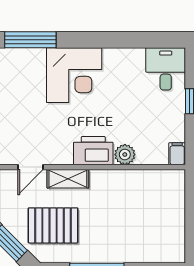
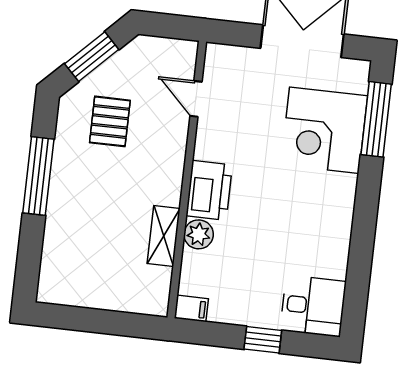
corner desk: (74, 75) -> (324, 130), moved
shelving: (68, 179) -> (164, 236), moved
pallet: (53, 225) -> (110, 121), width x0.67, depth x0.71

